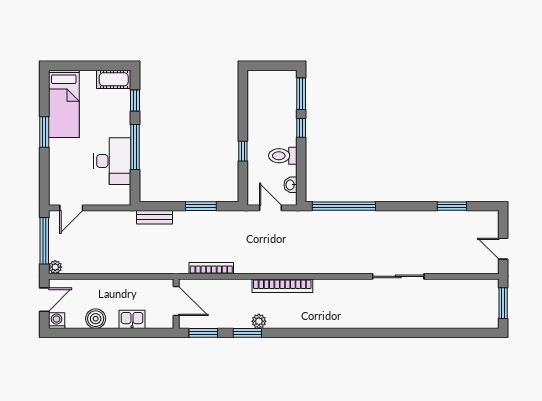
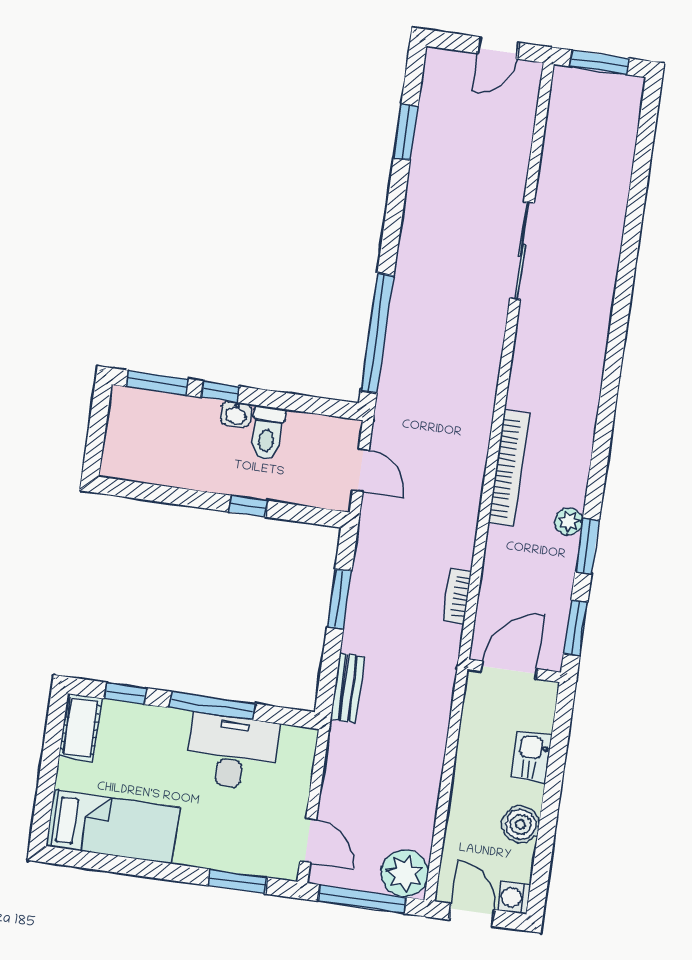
window: (44, 132) -> (237, 882), moved
washbasin: (290, 185) -> (236, 414), moved
door: (270, 208) -> (361, 470), swing flipped
plant: (55, 267) -> (405, 873), width x1.87, depth x1.87
bookcase: (211, 268) -> (457, 596), width x0.64

